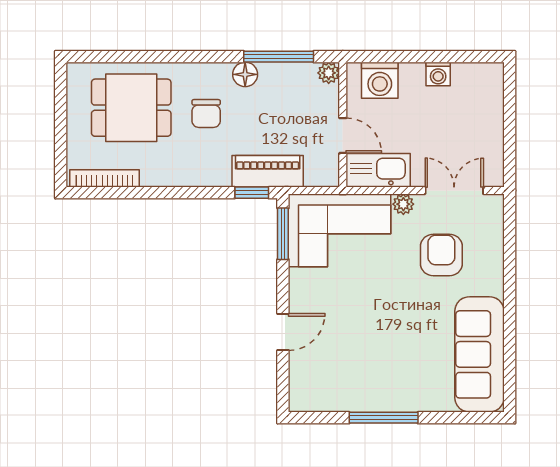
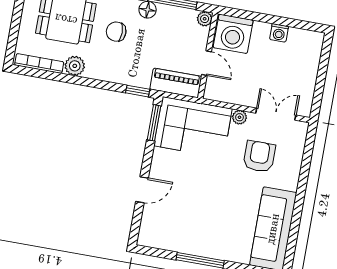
washing machine: (380, 80) -> (233, 34), width x1.37, depth x1.37
chair: (206, 114) -> (116, 32), turned 90
kitchen sink: (378, 170) -> (226, 91), removed
piano: (268, 171) -> (176, 83), moved
plant: (156, 173) -> (75, 66), added

